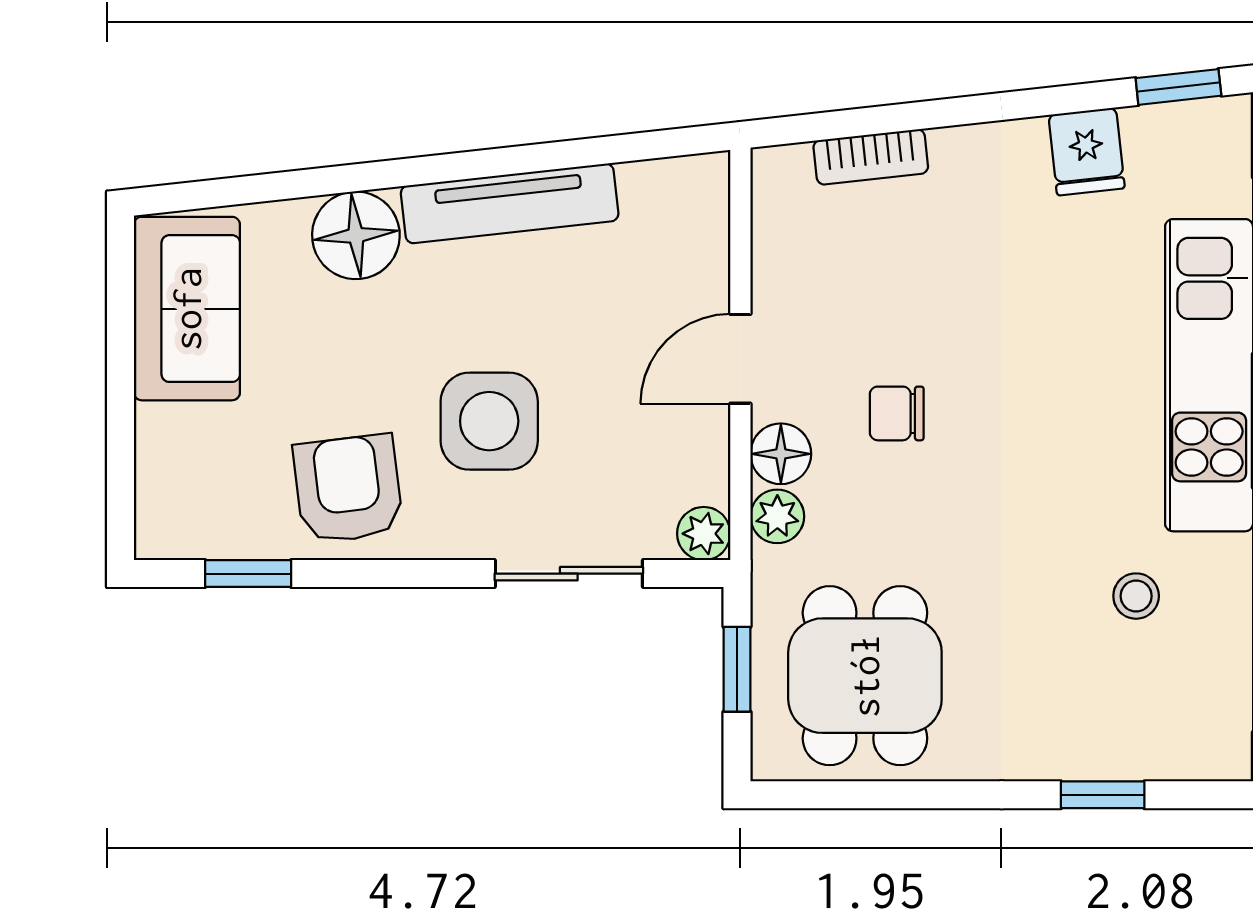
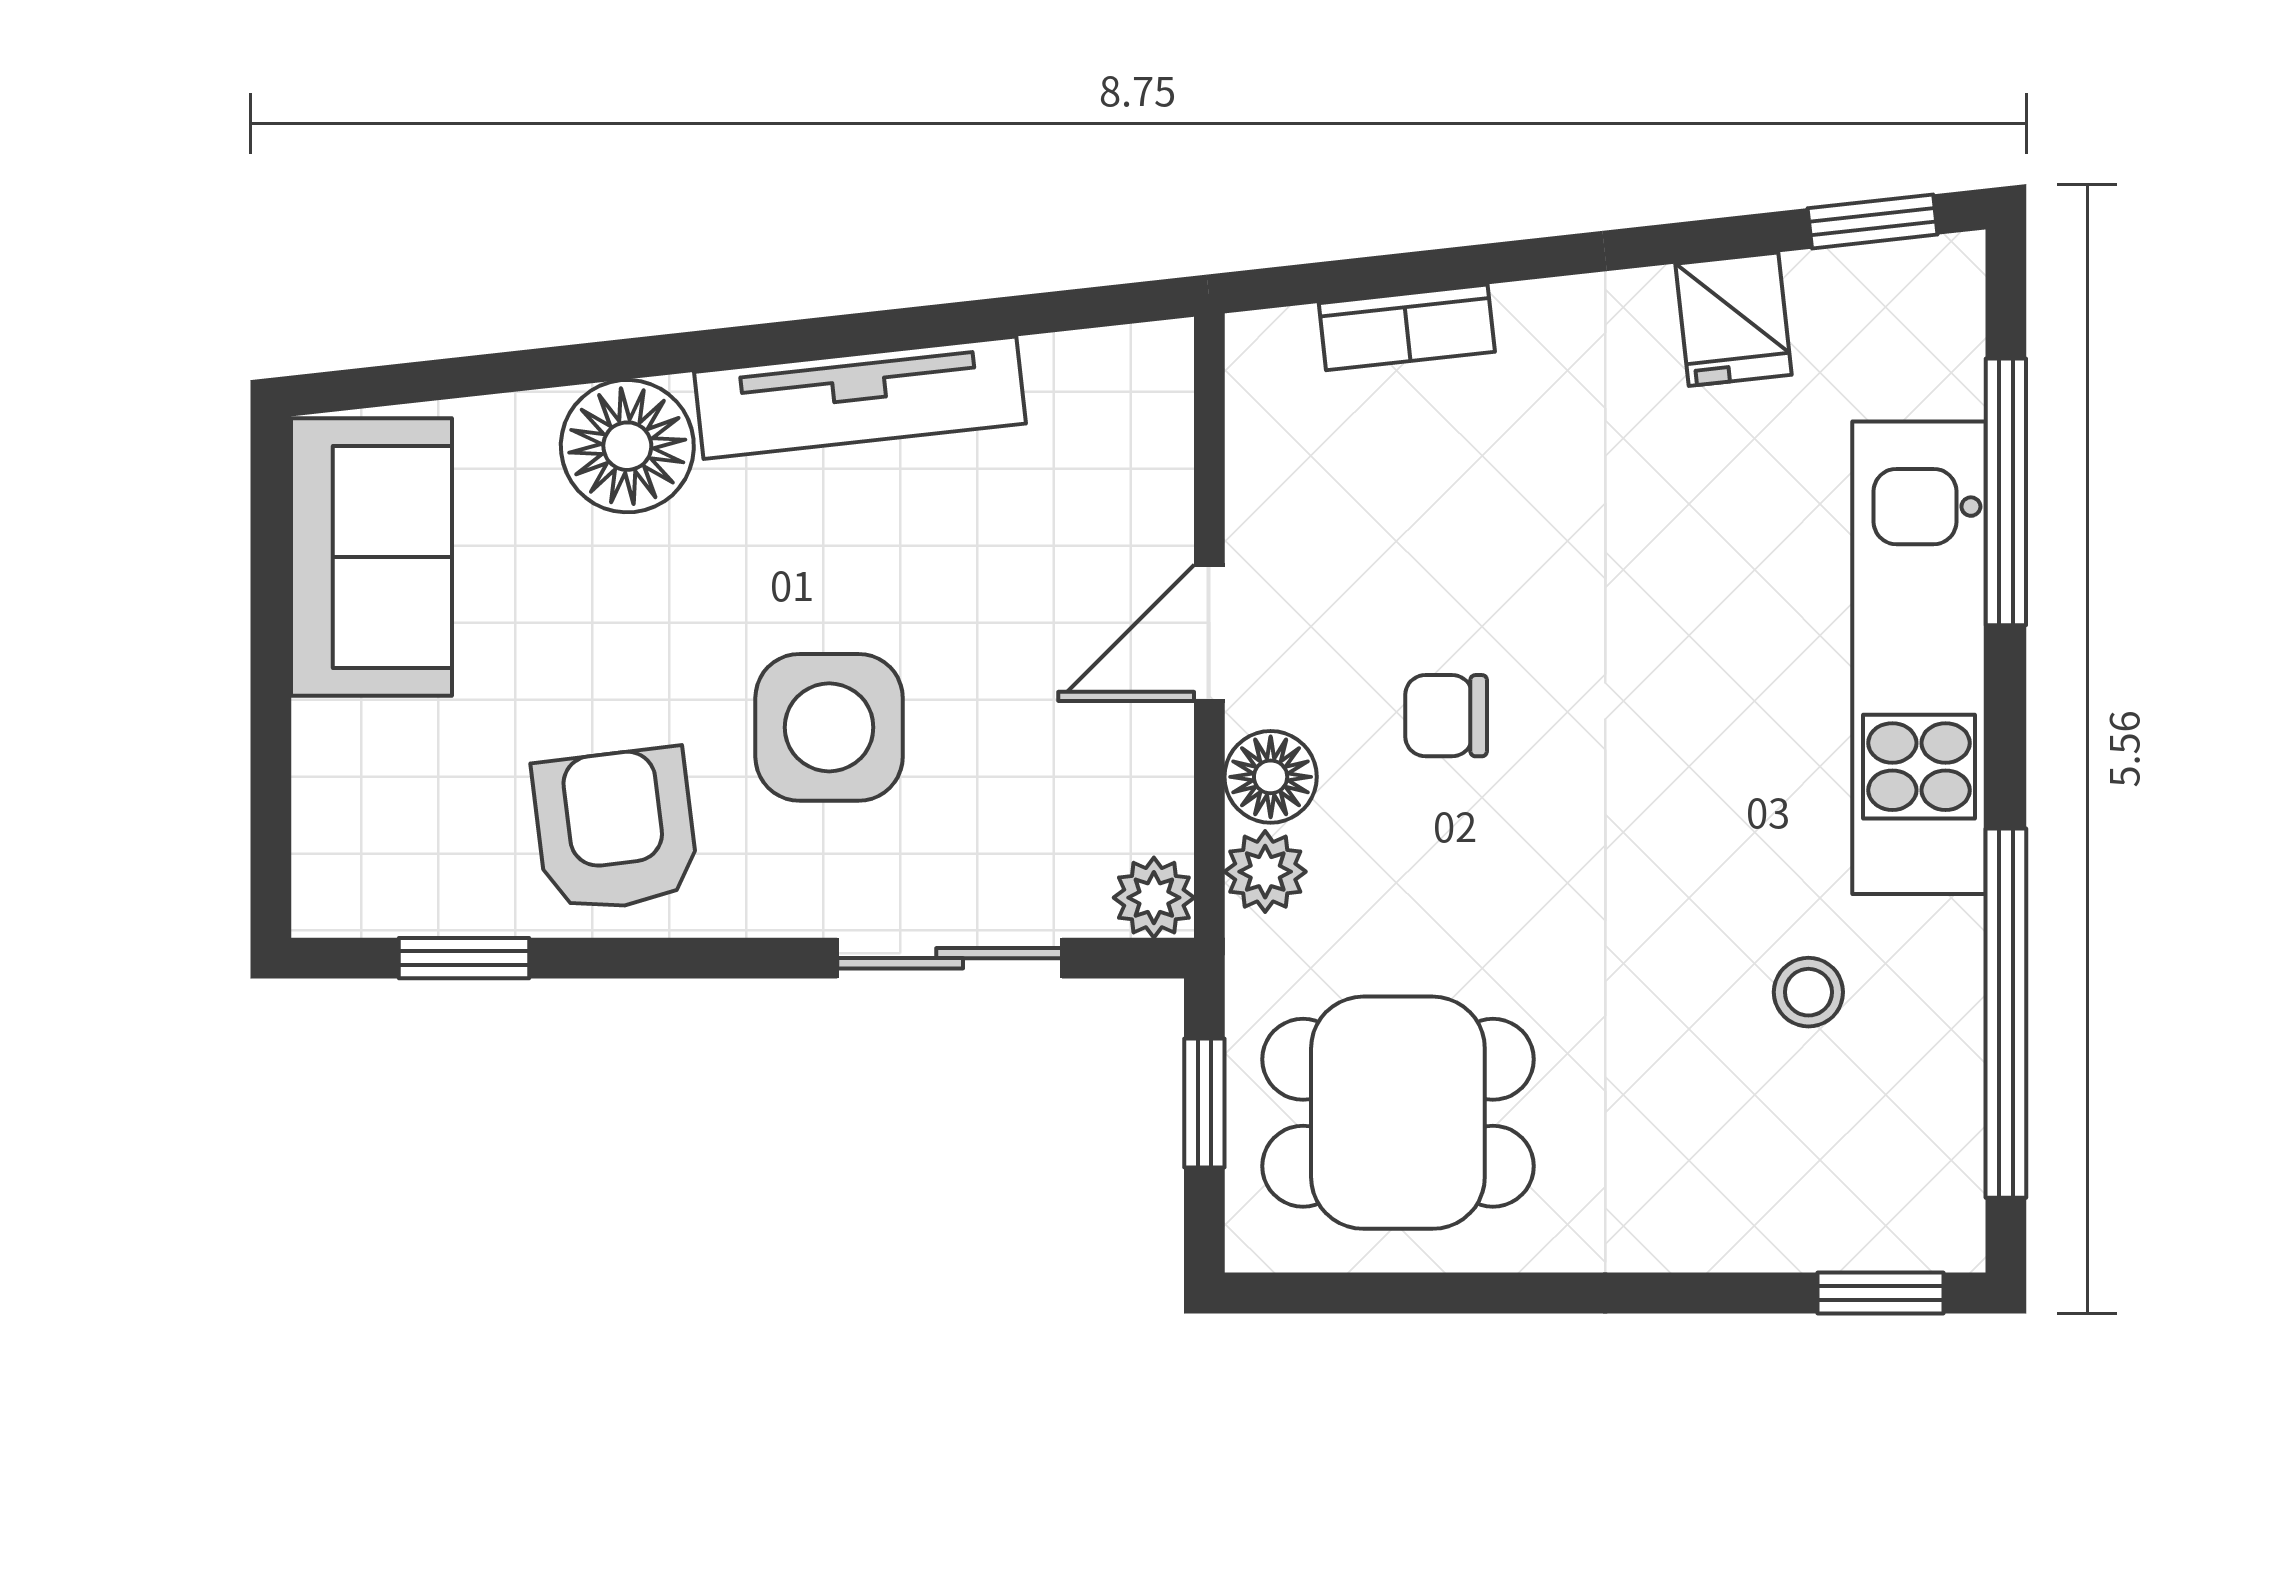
dining table: (865, 676) -> (1398, 1113), turned 90
window: (1103, 795) -> (1881, 1293), moved

